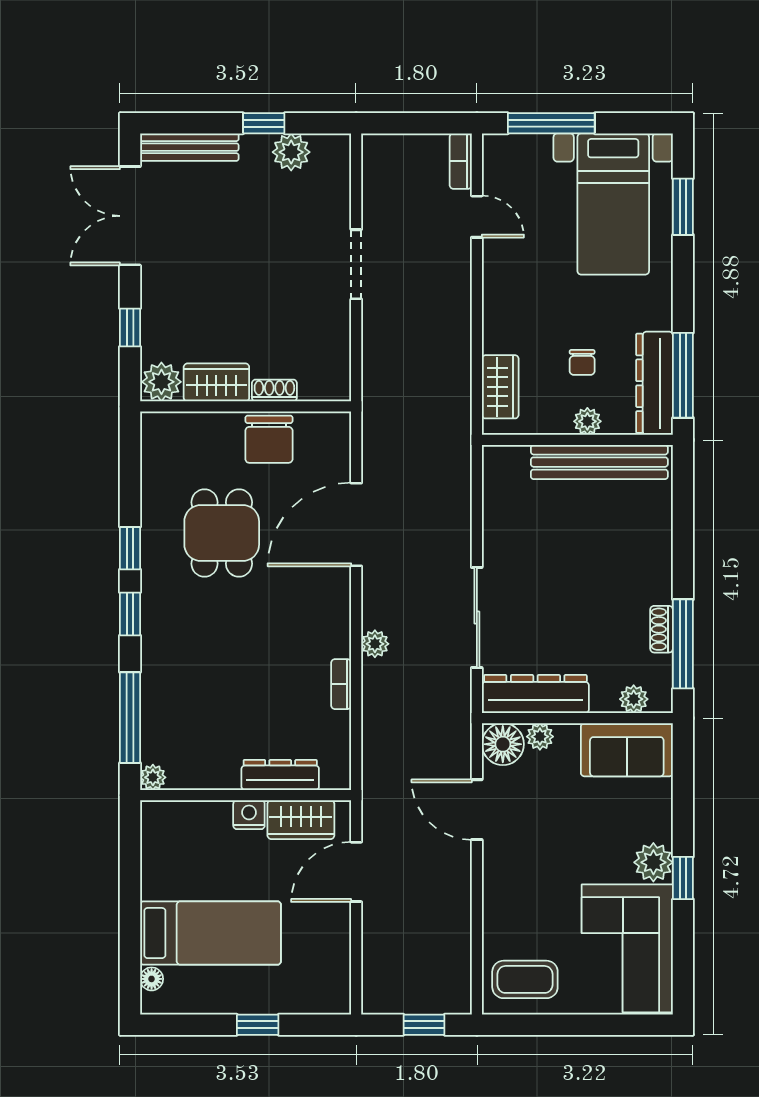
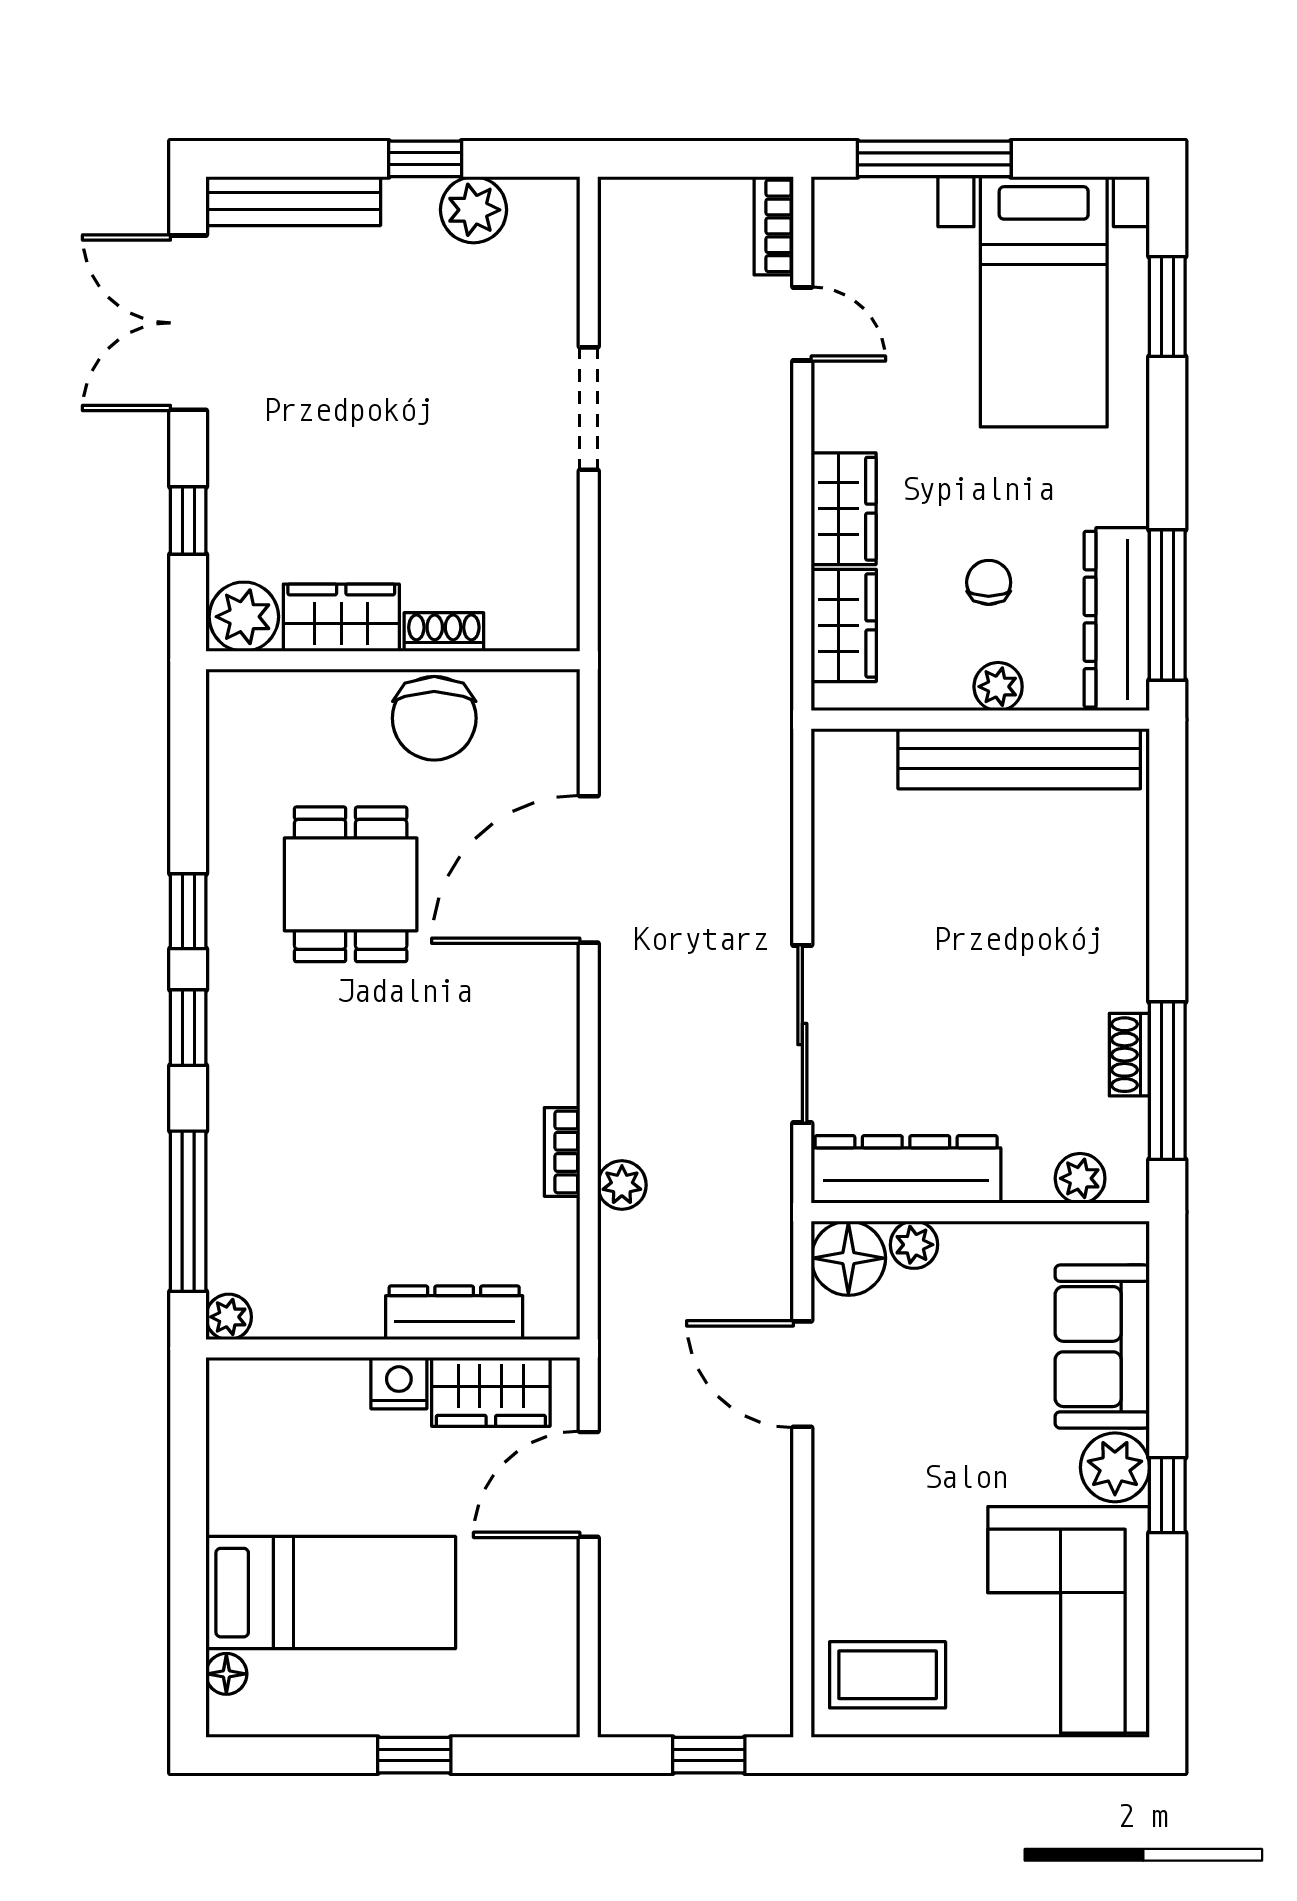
wardrobe: (500, 321) -> (844, 509), added
chair: (582, 362) -> (989, 582), turned 180
plant: (375, 644) -> (622, 1185), moved
sofa: (627, 750) -> (1102, 1347), moved, turned 90

